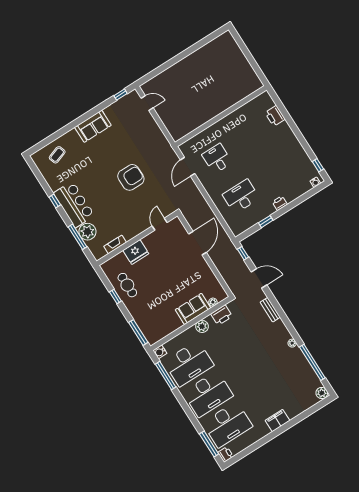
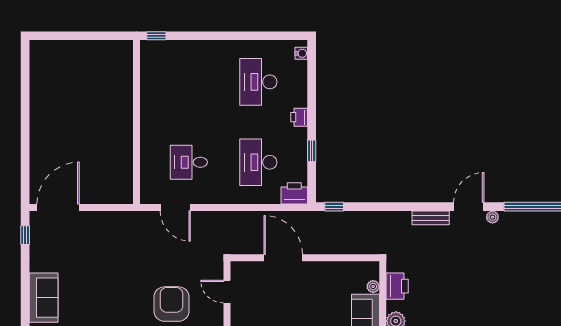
door: (147, 103) -> (58, 208), width x1.88
printer: (275, 116) -> (294, 193), moved, turned 180
window: (318, 165) -> (156, 36), moved
desk: (285, 169) -> (258, 82), added
armchair: (131, 177) -> (171, 304), moved
door: (259, 278) -> (469, 207), moved

